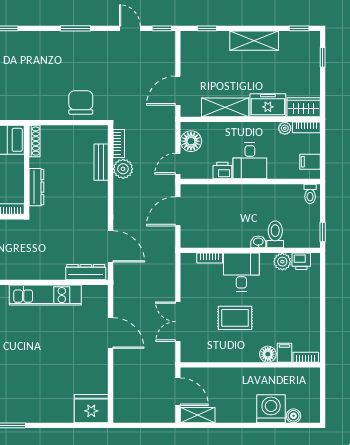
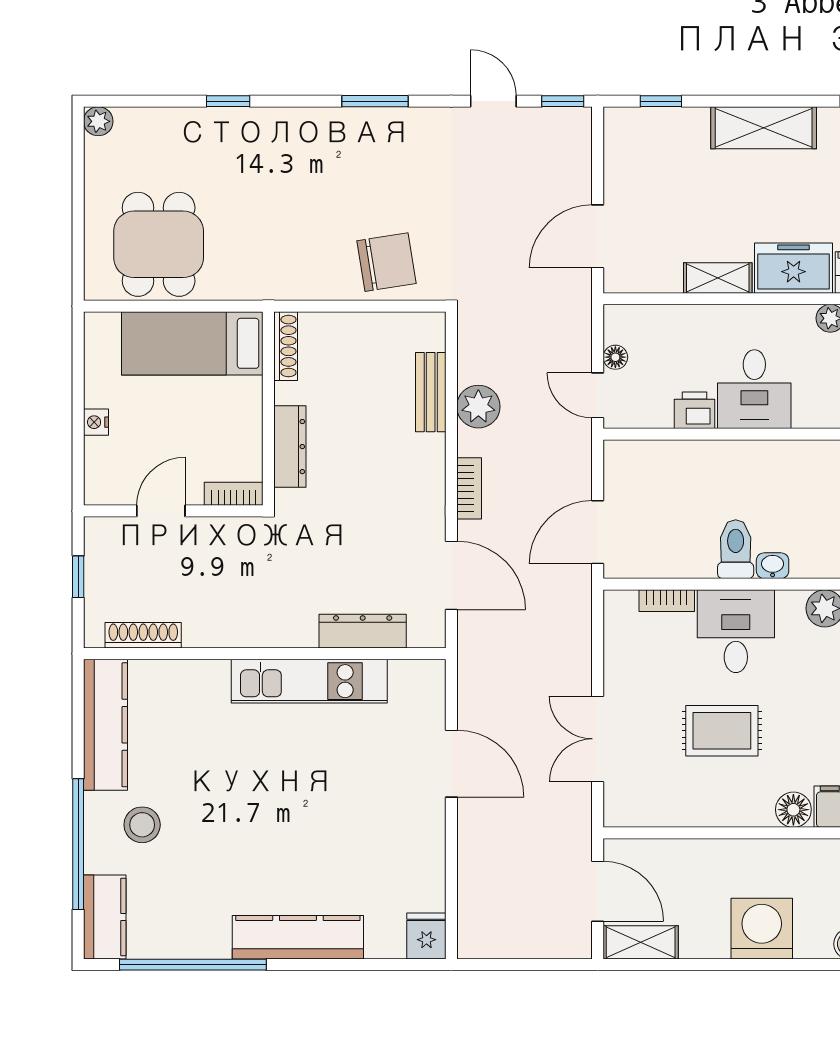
chair: (81, 102) -> (387, 262), turned 81
shelving: (225, 107) -> (718, 278), width x0.67, depth x0.75
floor lamp: (191, 141) -> (615, 357), width x0.53, depth x0.53
bookcase: (119, 143) -> (469, 488), moved
door: (178, 164) -> (598, 395), hinge flipped
door: (178, 211) -> (598, 532), moved
toilet: (275, 234) -> (736, 549), moved
dresser: (86, 272) -> (363, 631), moved
fridge: (91, 409) -> (426, 936), width x0.53, depth x0.75
washing machine: (271, 409) -> (762, 929), moved
kitchen counter: (40, 413) -> (298, 937), added

